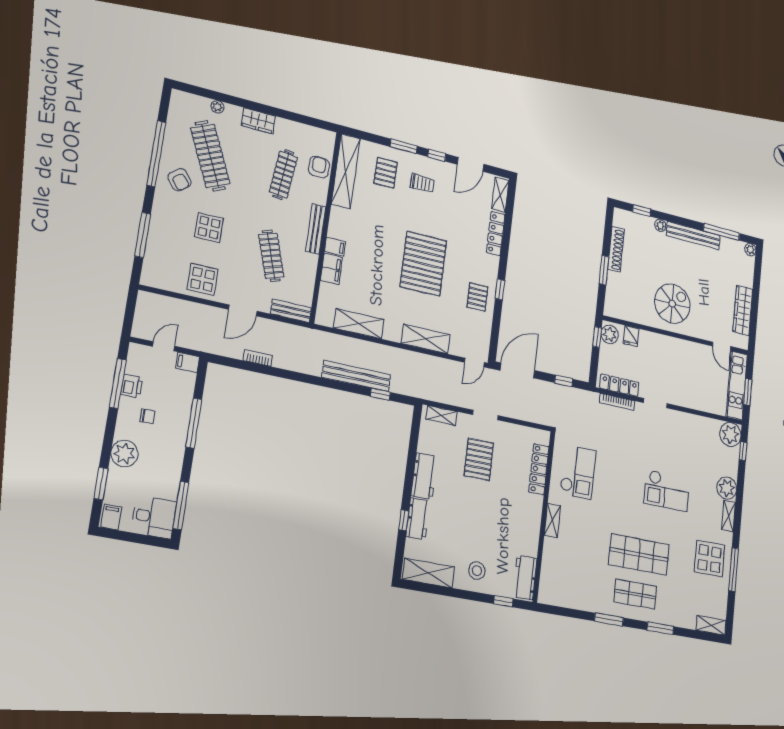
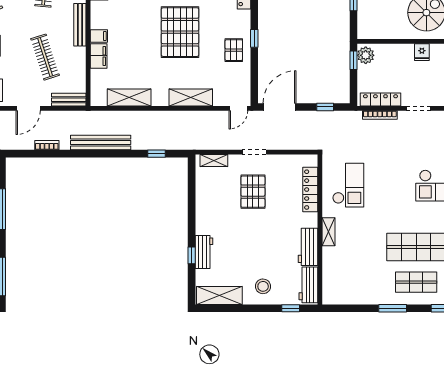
fridge: (631, 336) -> (422, 52), moved
bench: (356, 376) -> (101, 143), moved
workbench: (424, 476) -> (308, 247), moved, turned 180

